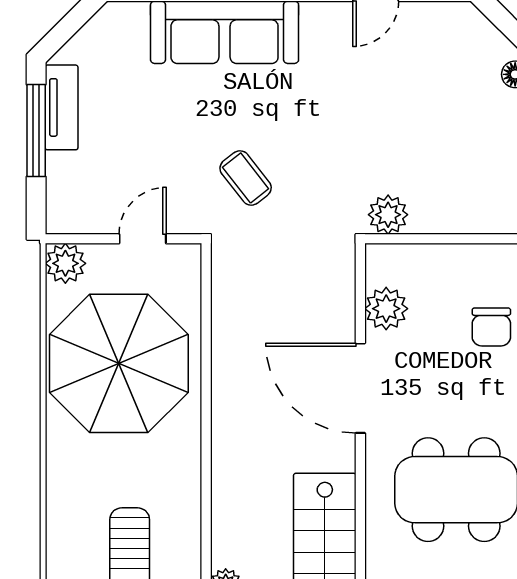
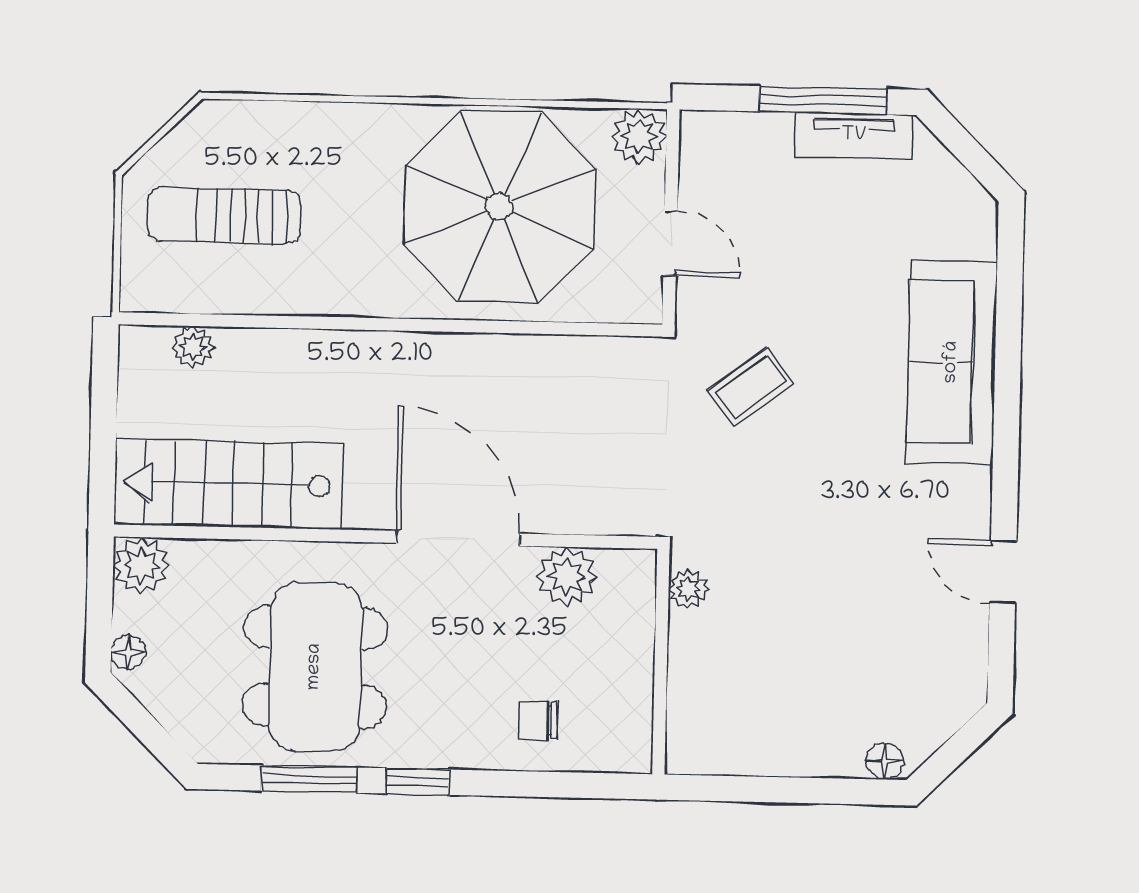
plant: (388, 215) -> (688, 589), width x0.73, depth x0.73
chair: (491, 327) -> (538, 720), width x0.73, depth x0.73
door: (360, 388) -> (458, 538), hinge flipped

